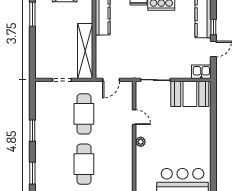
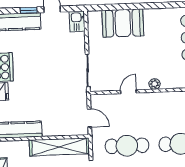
booth: (190, 94) -> (123, 23), moved, turned 90

